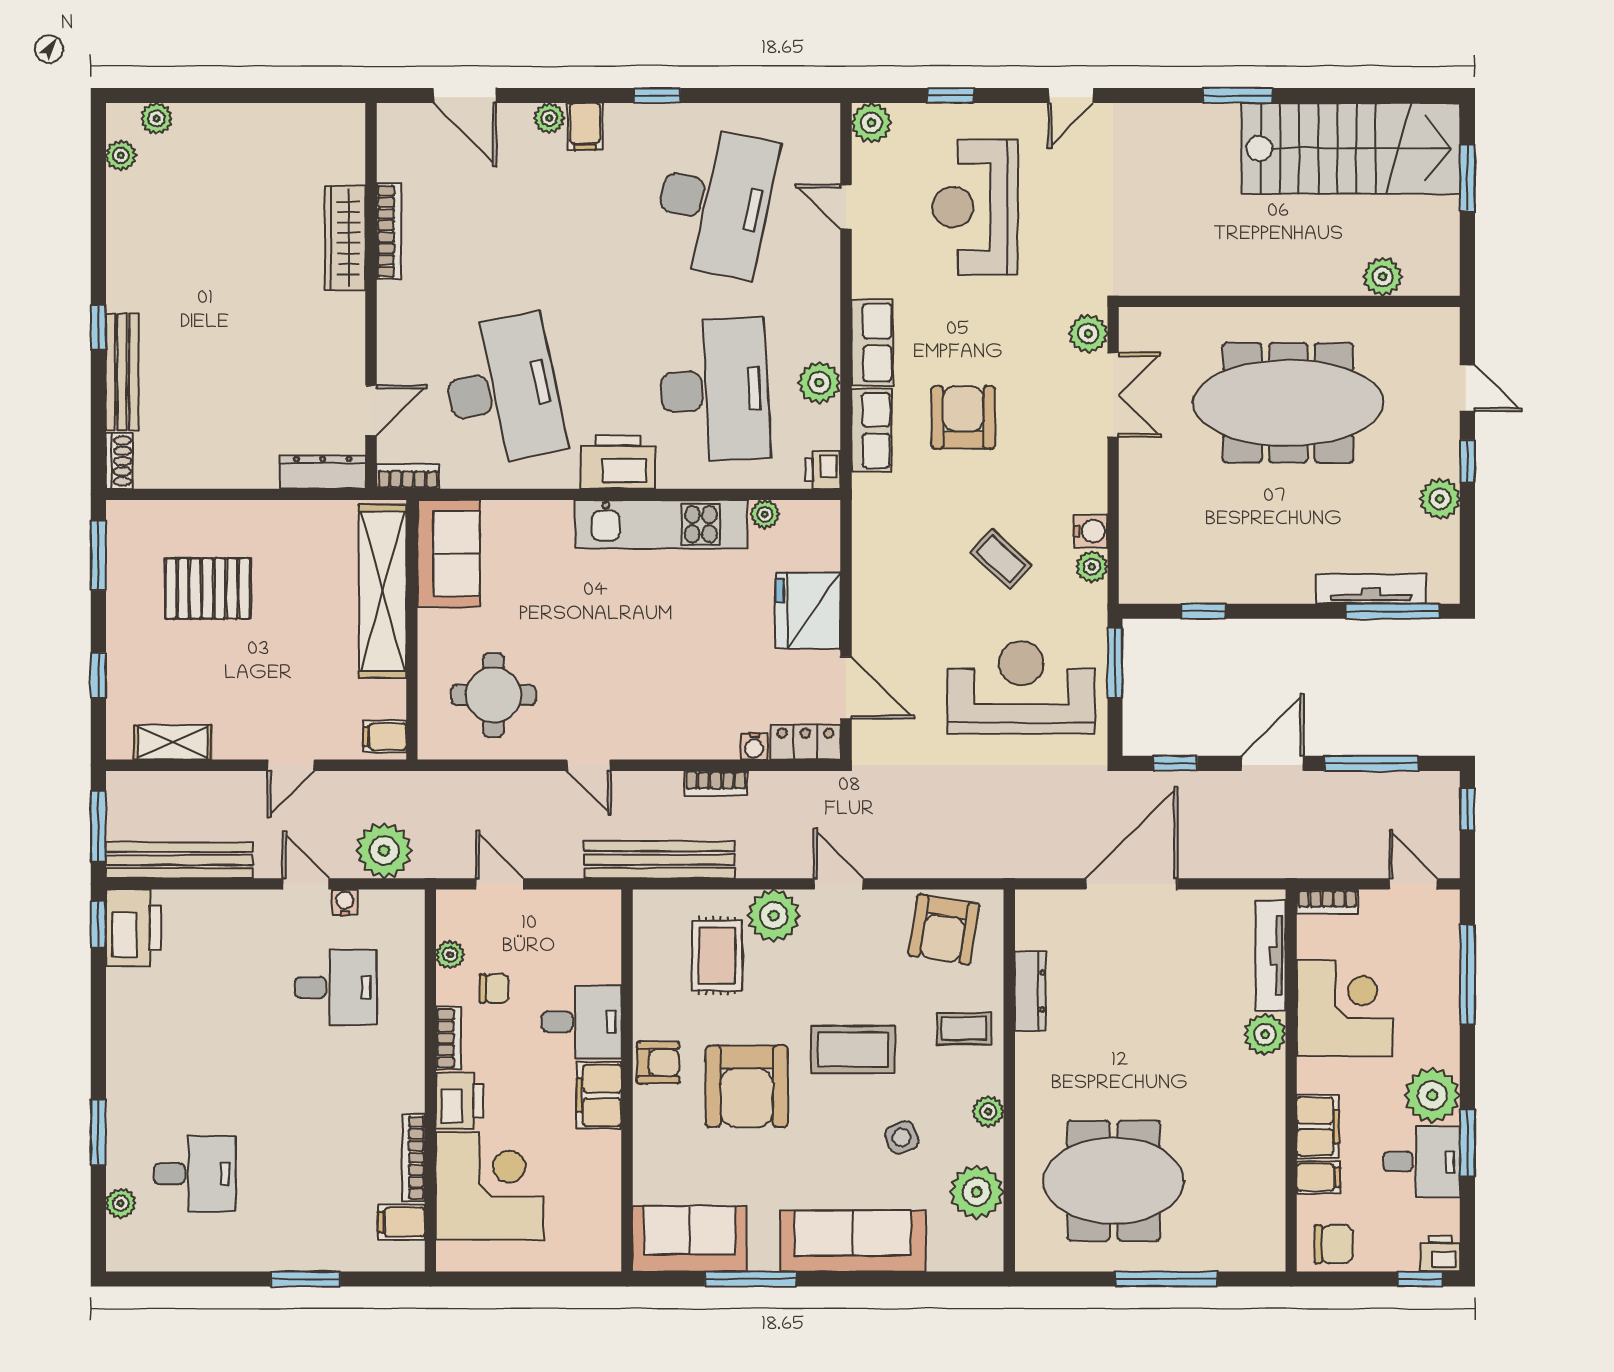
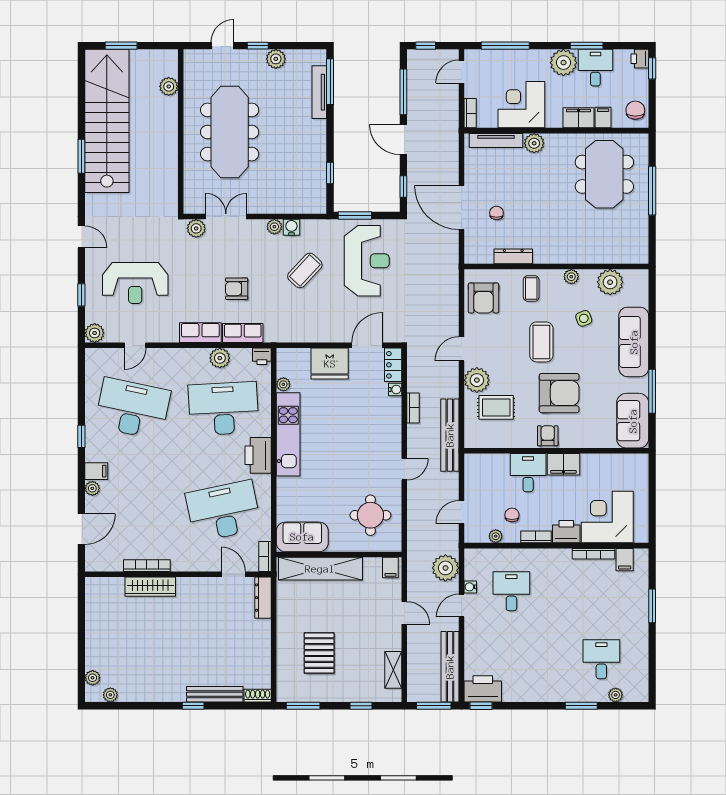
stairs: (1351, 148) -> (107, 121), width x1.36
armchair: (963, 417) -> (237, 289), width x0.72, depth x0.72
coffee table: (1001, 559) -> (305, 270), width x1.36, depth x1.30
plant: (1092, 567) -> (274, 227), moved
reception desk: (1021, 687) -> (367, 261), turned 180
armchair: (944, 929) -> (484, 298), turned 81
chair: (1121, 956) -> (496, 213), added
meeting table: (1114, 1181) -> (604, 174), moved

